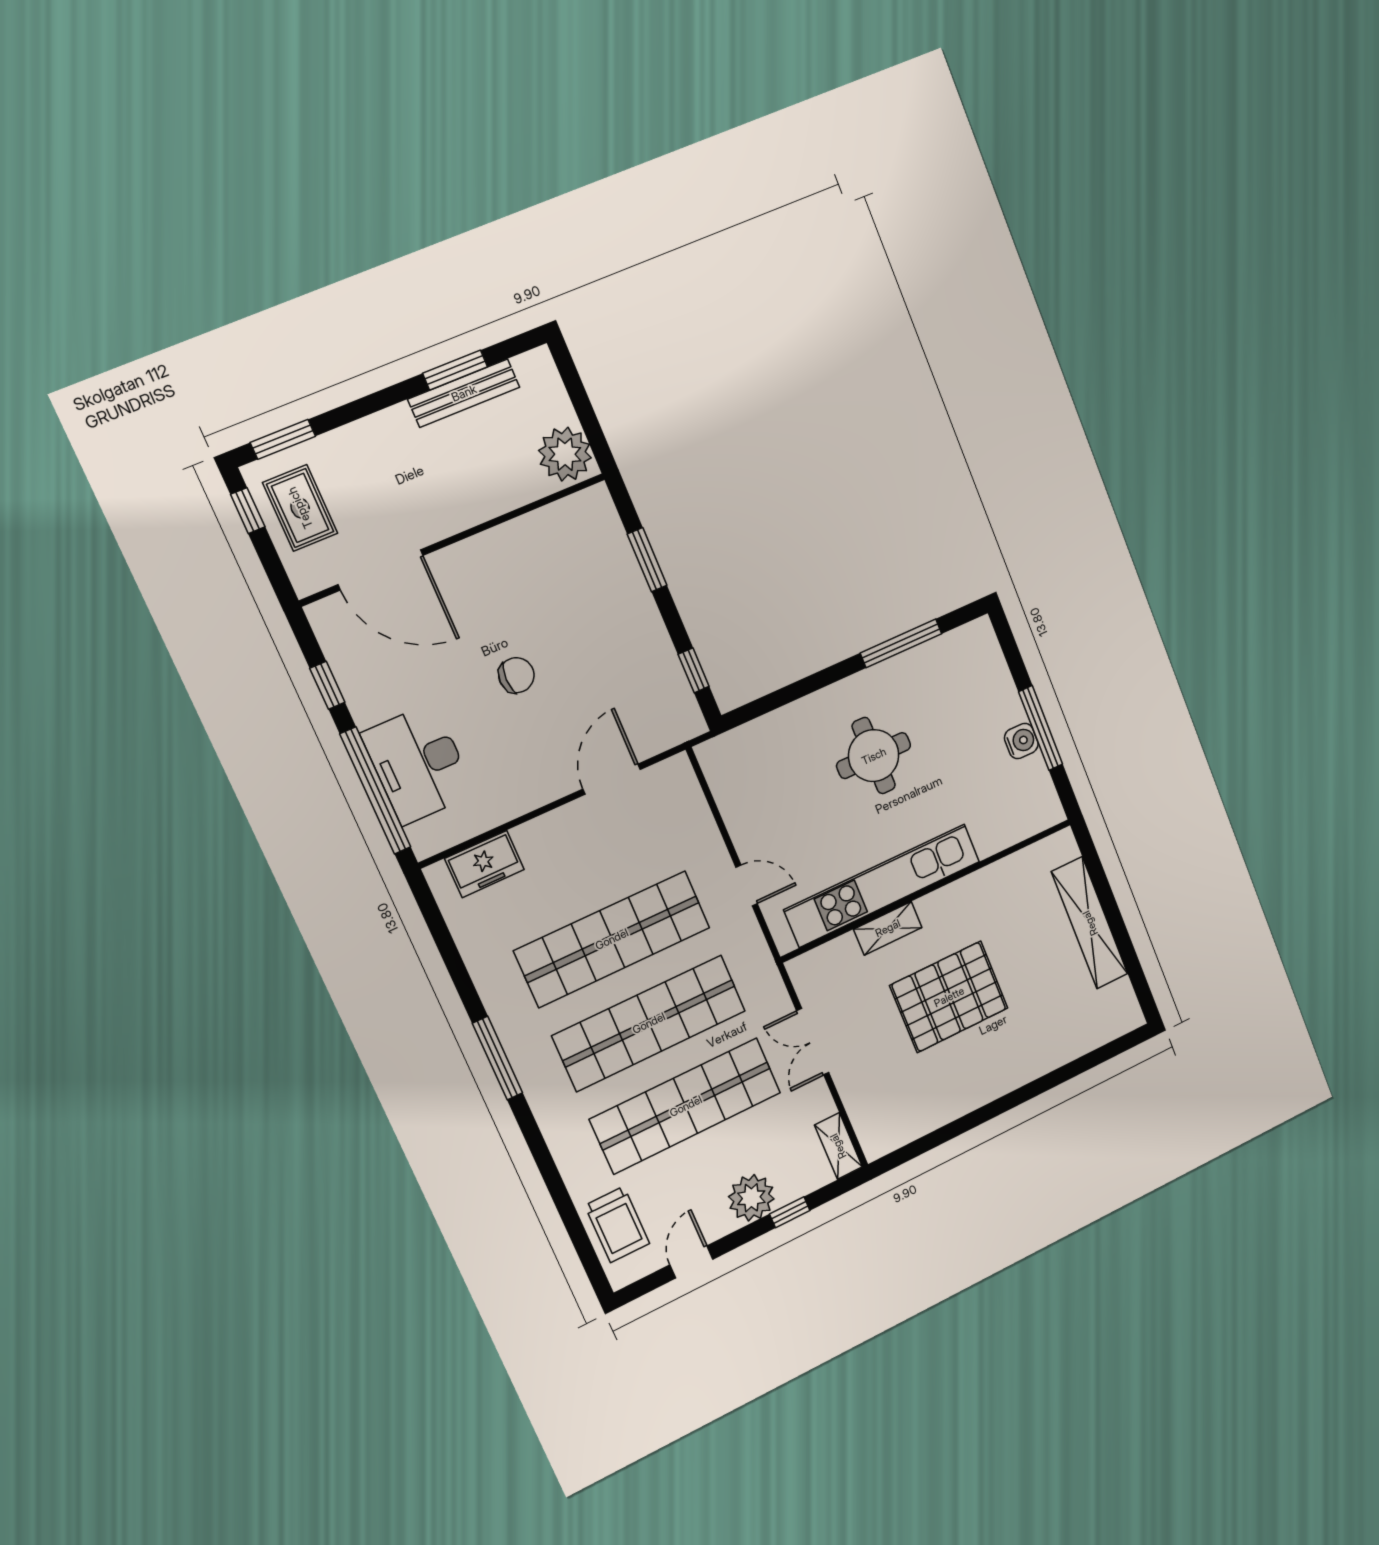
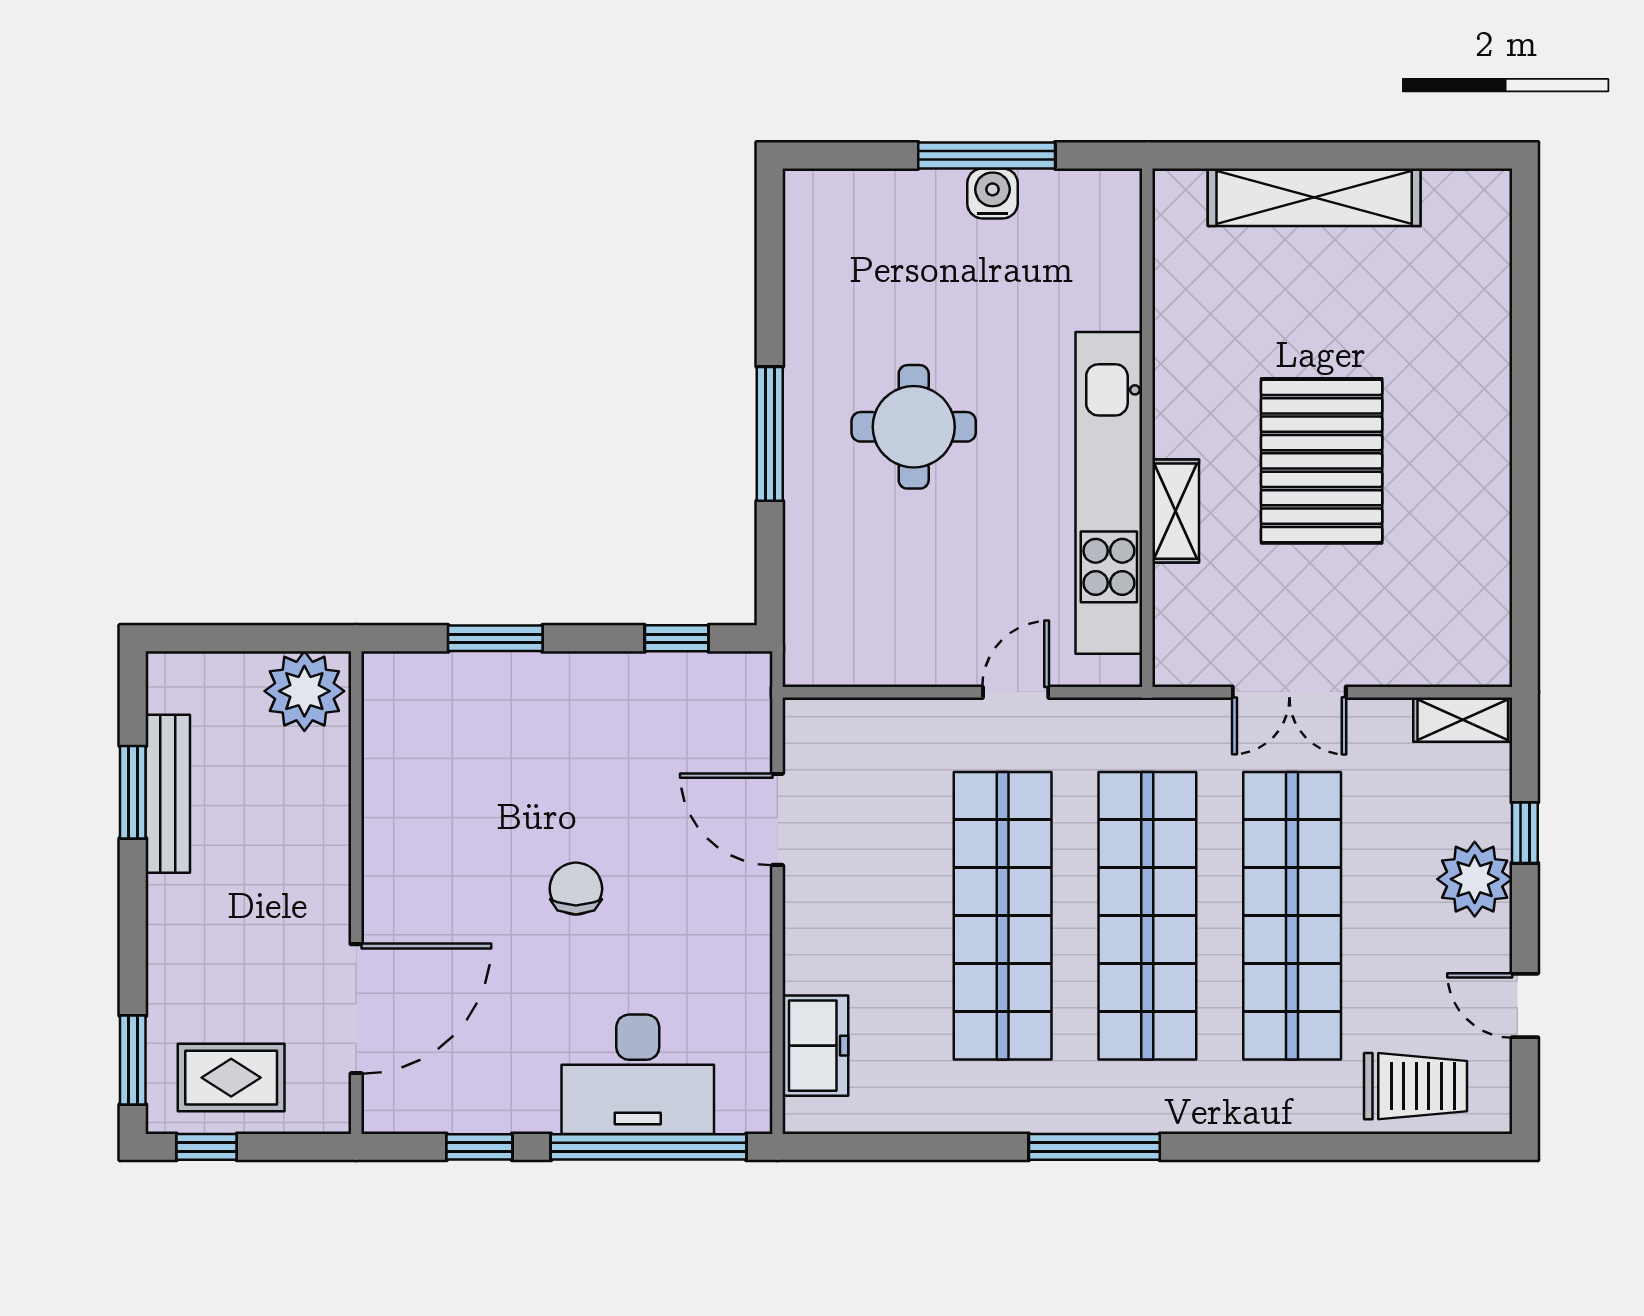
window: (901, 643) -> (770, 434), moved

